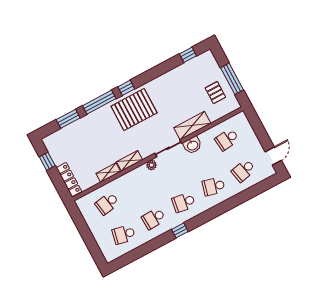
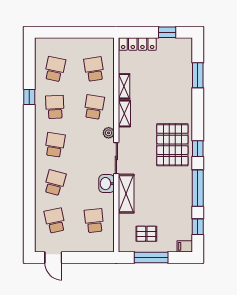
filing cabinet: (209, 57) -> (185, 246), added
window: (99, 102) -> (198, 188), moved
school desk: (137, 187) -> (94, 107), added
window: (180, 230) -> (29, 97), moved

